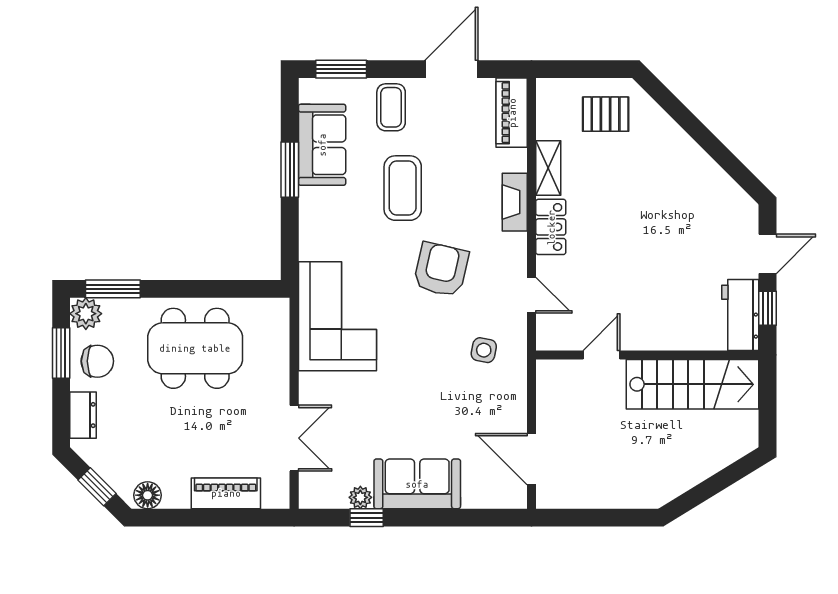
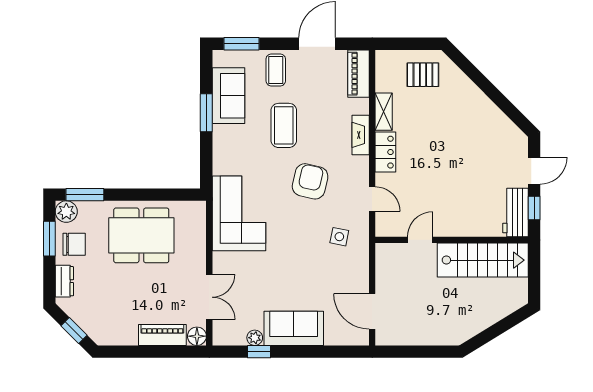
floor lamp: (148, 495) -> (197, 336), moved

